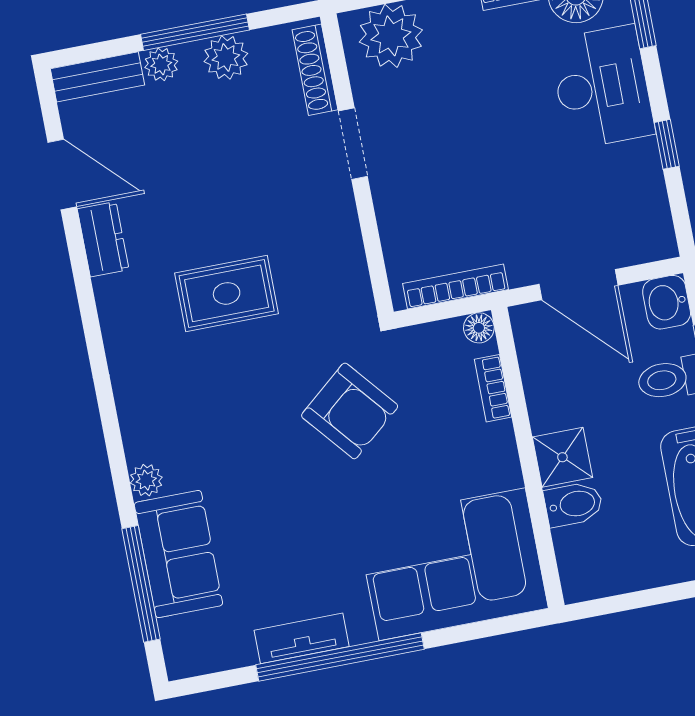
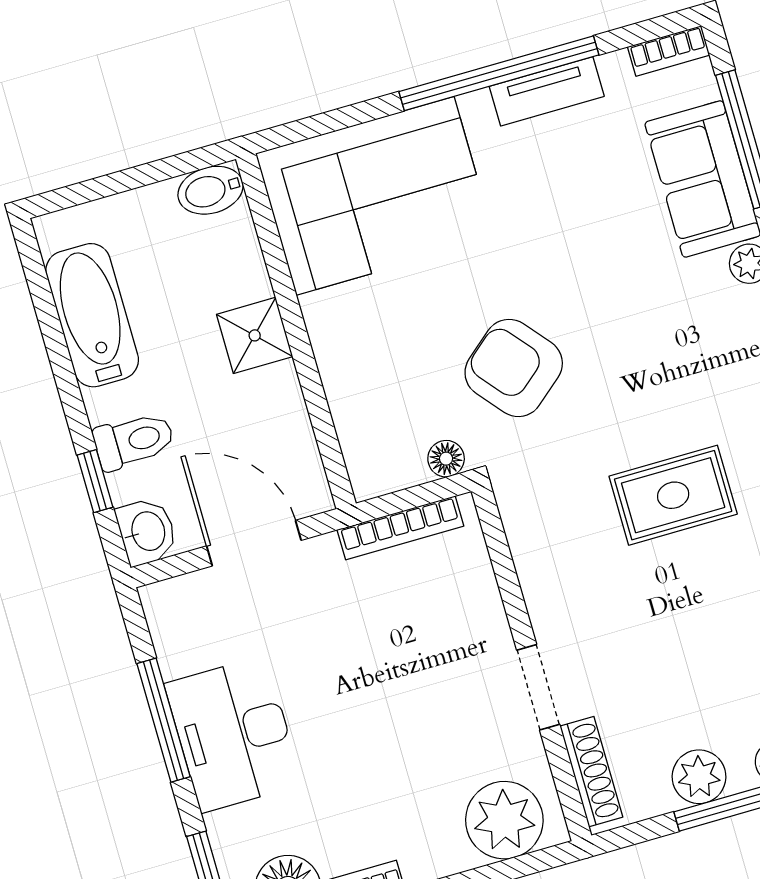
desk: (602, 87) -> (233, 734), moved
window: (667, 144) -> (164, 720), width x2.17
floor lamp: (479, 328) -> (446, 459), moved
bookcase: (493, 388) -> (669, 51), moved, turned 90
bidet: (574, 504) -> (211, 190), moved

